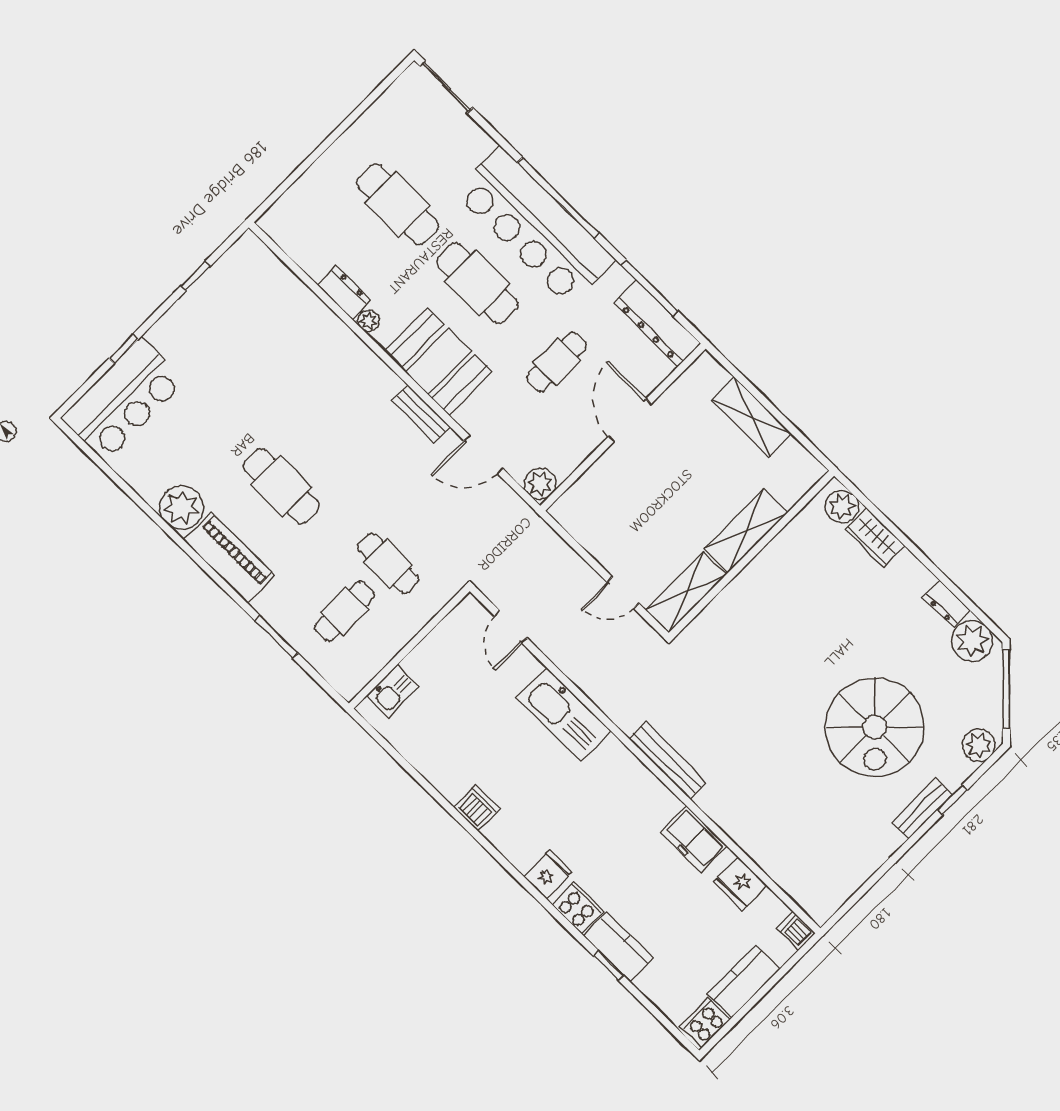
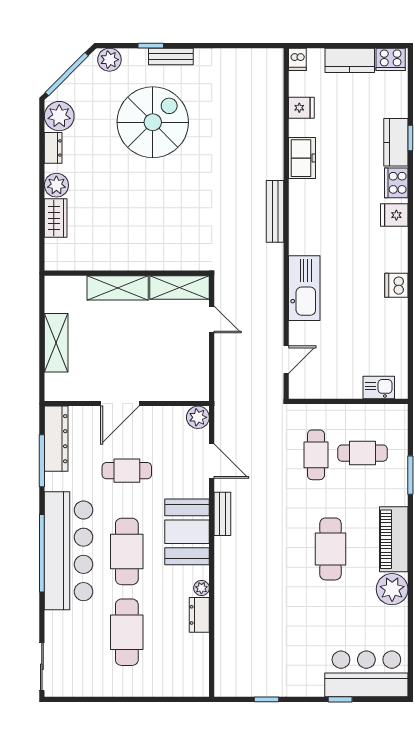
plant: (842, 507) -> (56, 185), moved
fridge: (740, 884) -> (301, 108), width x0.72

